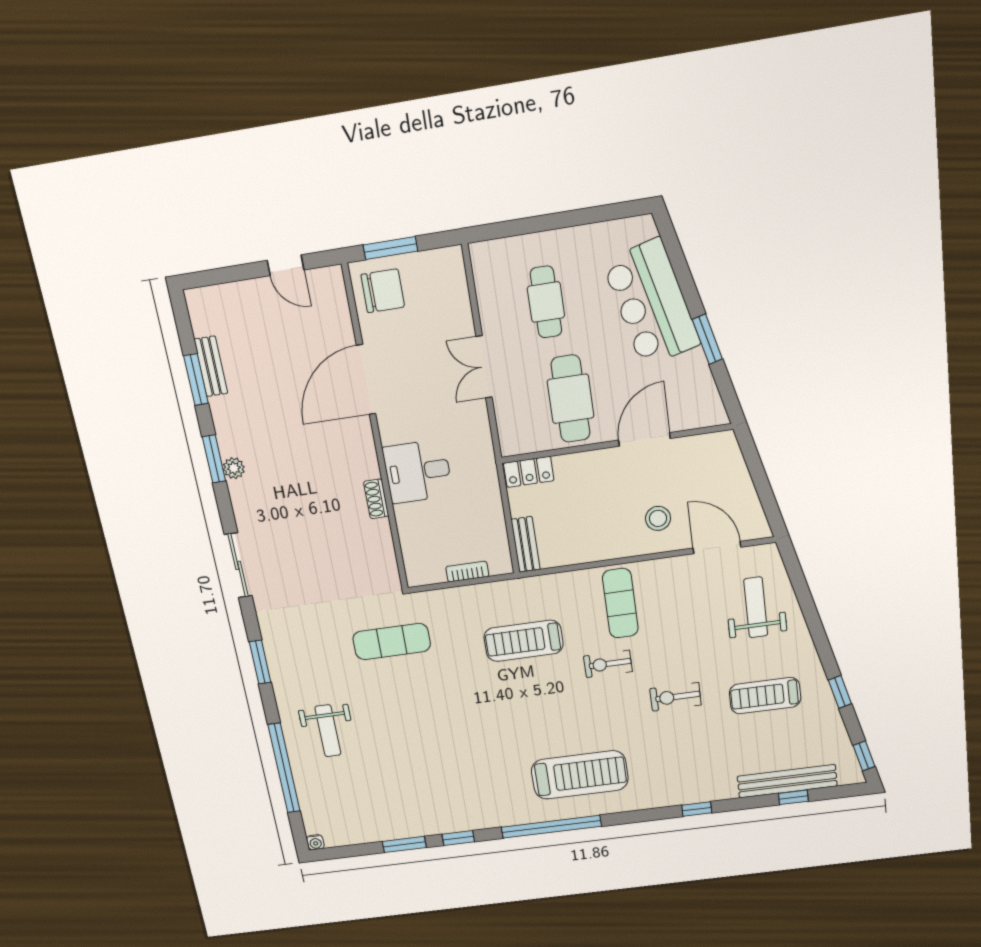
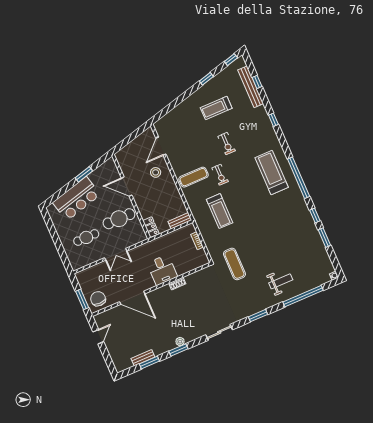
weight bench: (756, 607) -> (181, 124), removed
treadmill: (765, 696) -> (216, 108), turned 90

